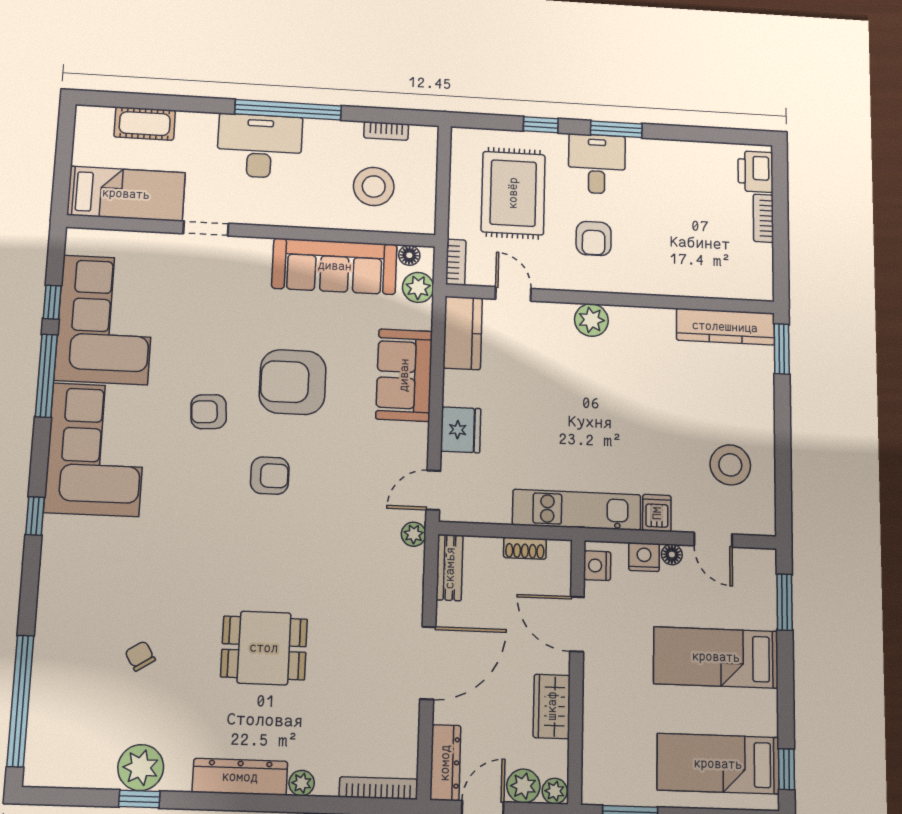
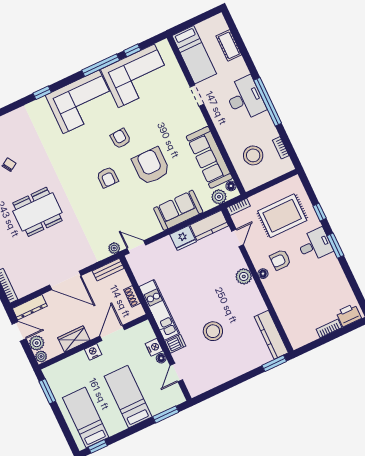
floor lamp: (604, 283) -> (263, 274), added
fridge: (461, 430) -> (183, 238), moved
stool: (730, 465) -> (213, 331), moved
nightstand: (597, 566) -> (93, 352), moved
dining table: (264, 648) -> (37, 212), width x1.38

